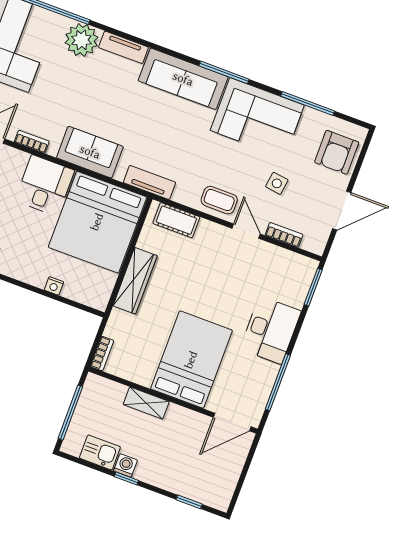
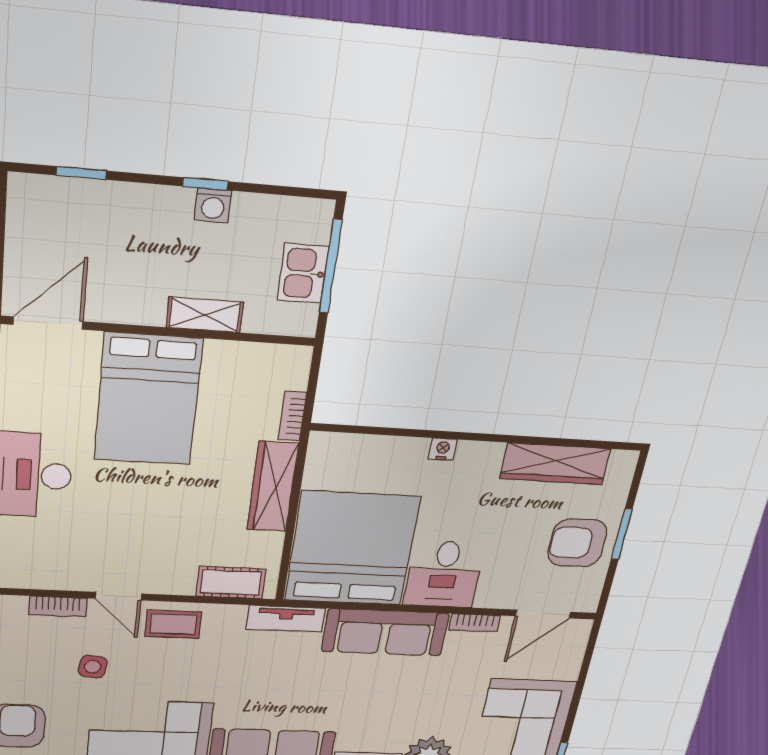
sofa: (90, 152) -> (385, 632), width x1.36
nightstand: (54, 286) -> (443, 449), moved
bookcase: (102, 353) -> (292, 416), moved
kitchen sink: (100, 452) -> (303, 273), moved, turned 90

